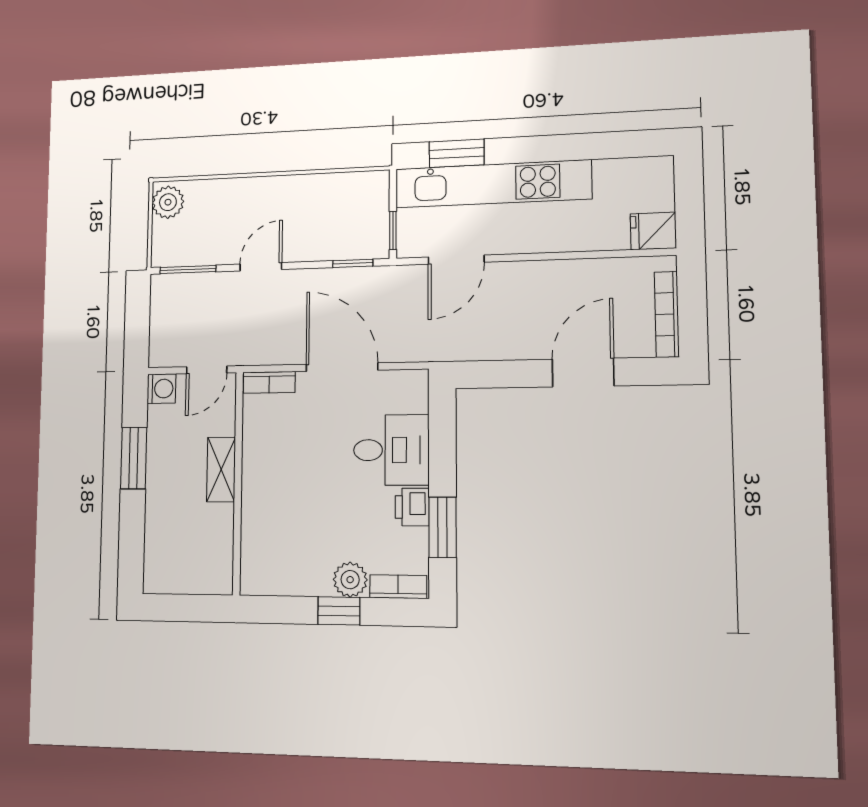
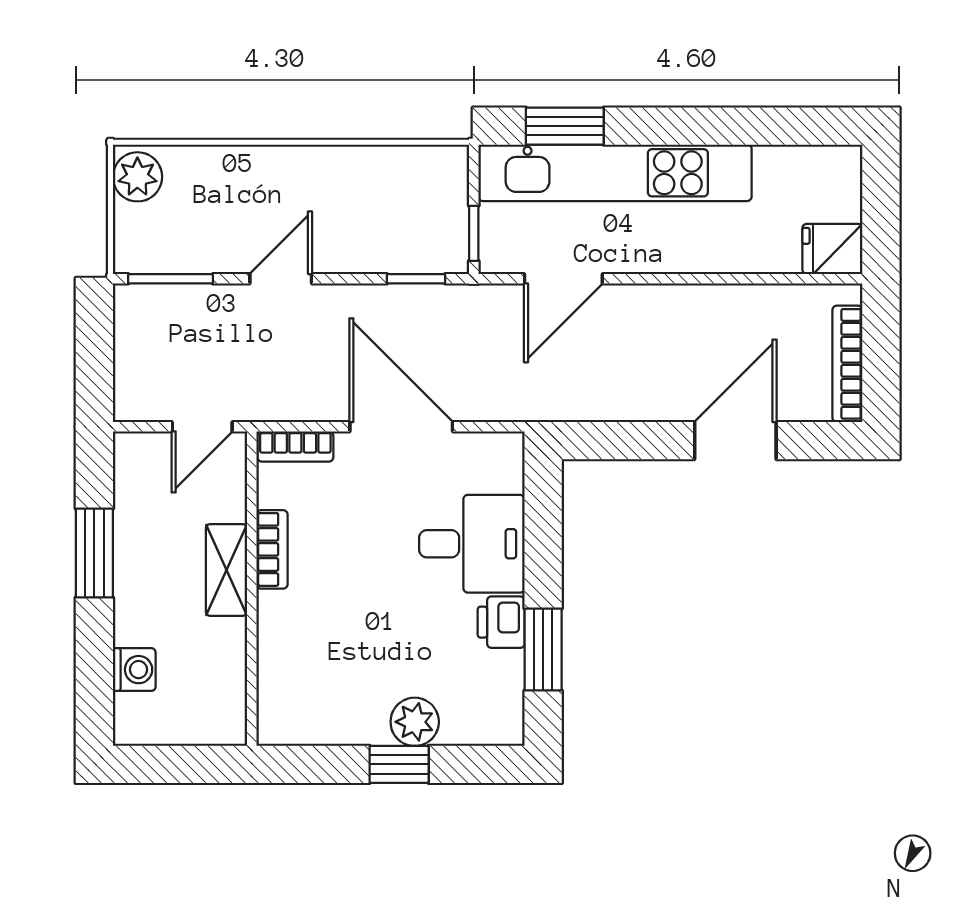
washing machine: (162, 389) -> (134, 670), moved
bookcase: (398, 587) -> (272, 549), moved, turned 90

